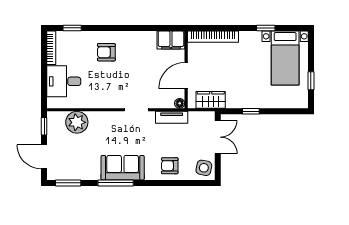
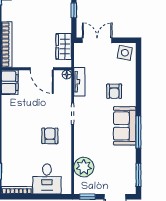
armchair: (106, 52) -> (50, 136), moved, turned 180
armchair: (170, 166) -> (114, 91), moved

